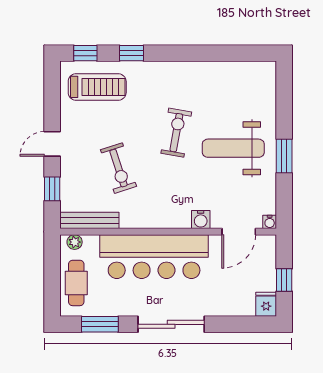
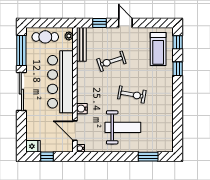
weight bench: (233, 148) -> (123, 127), turned 90
window: (284, 156) -> (148, 157), moved
window: (100, 324) -> (21, 51), width x1.44

